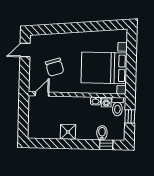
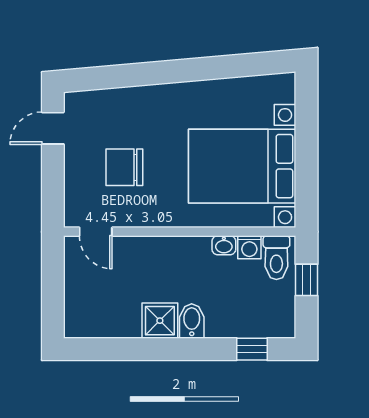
chair: (55, 67) -> (124, 167), turned 107
door: (42, 94) -> (96, 232), swing flipped
bidet: (102, 133) -> (192, 321), moved

